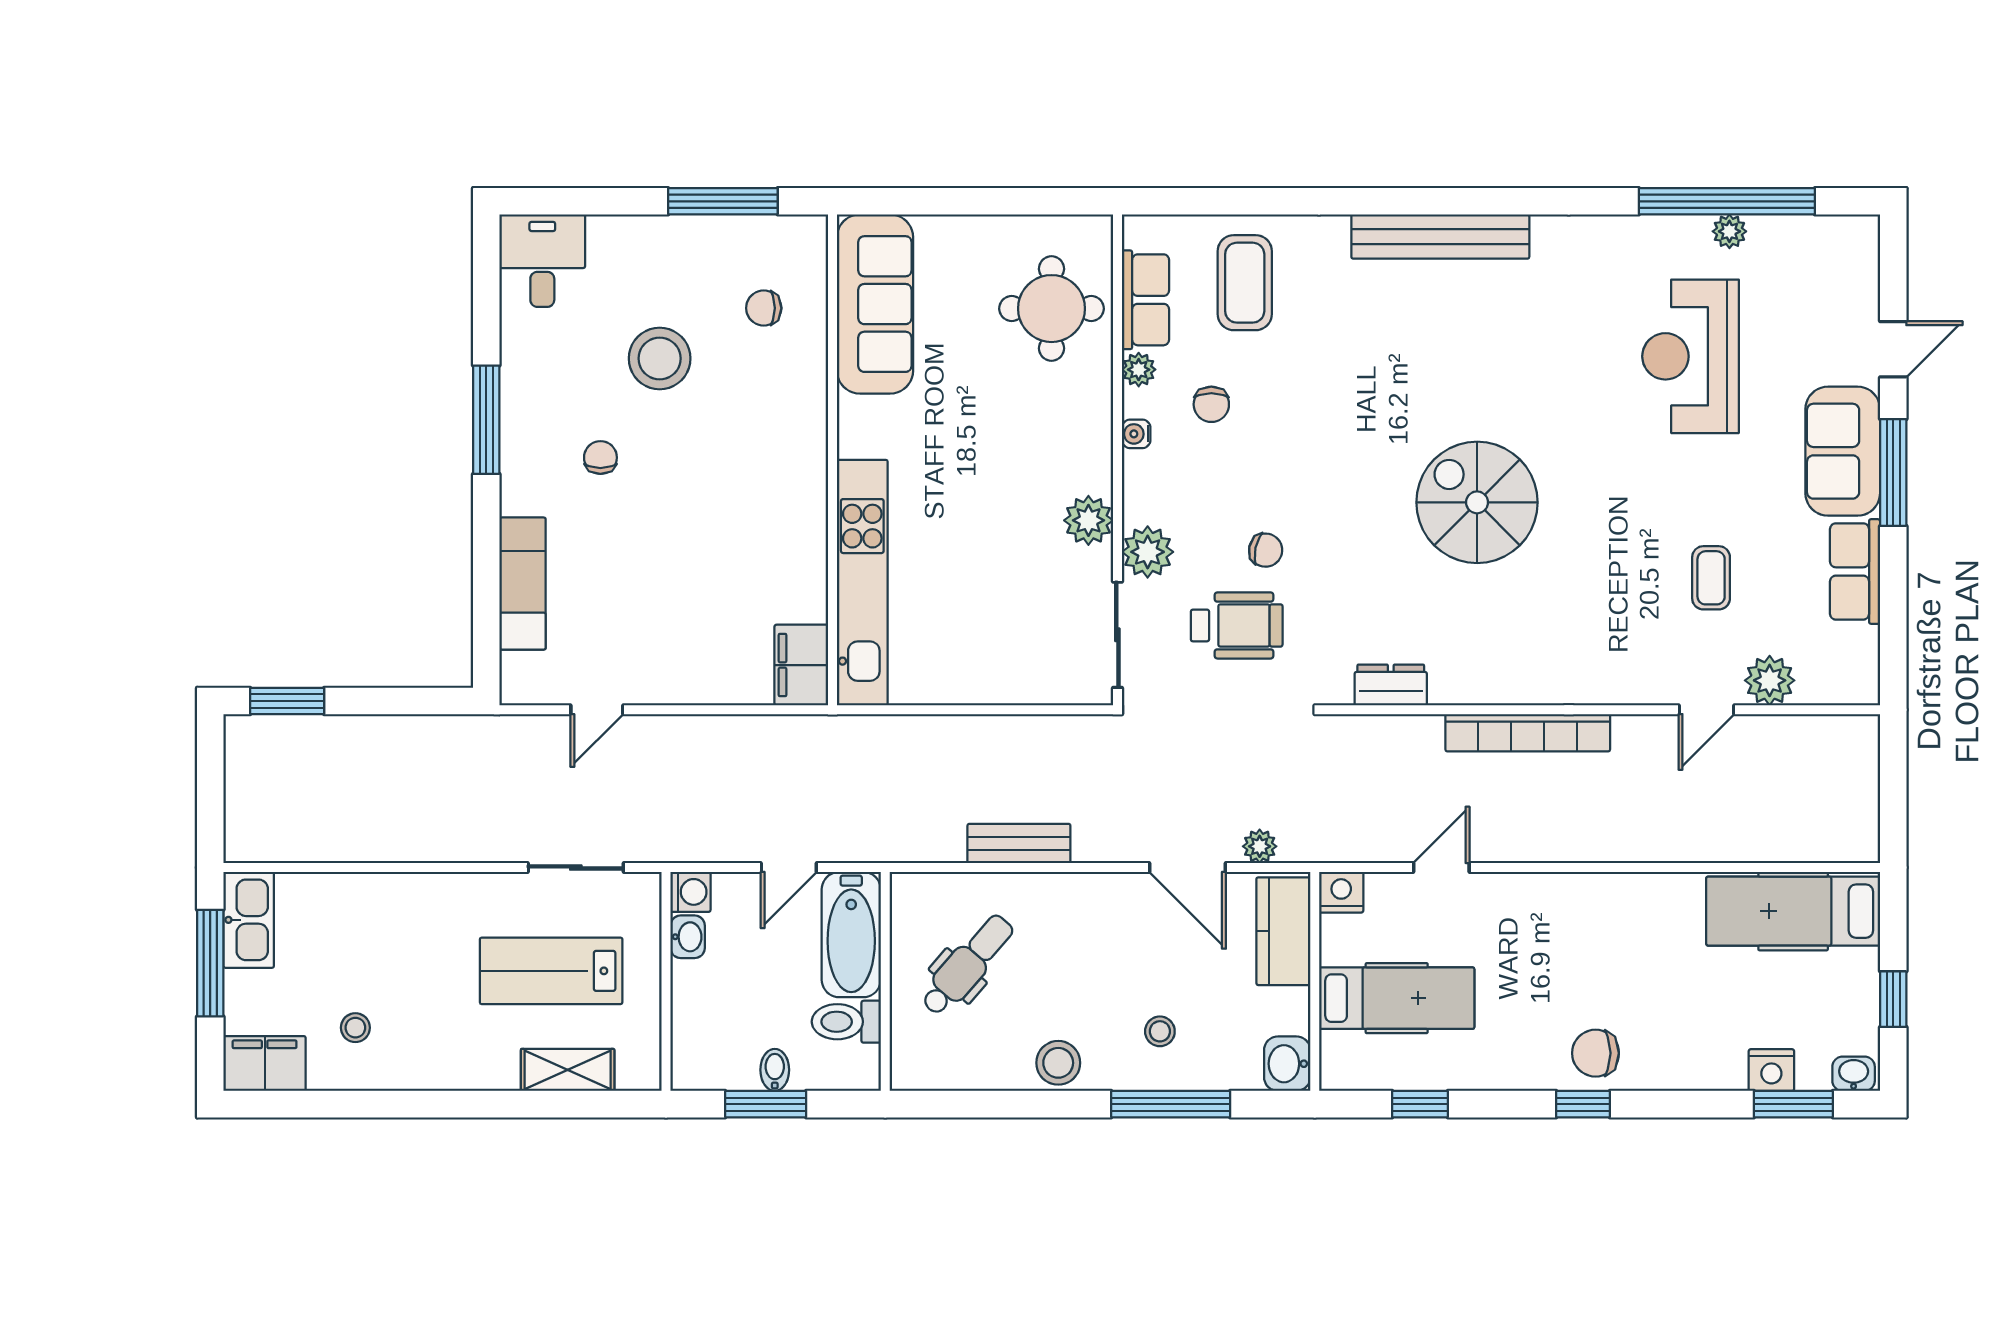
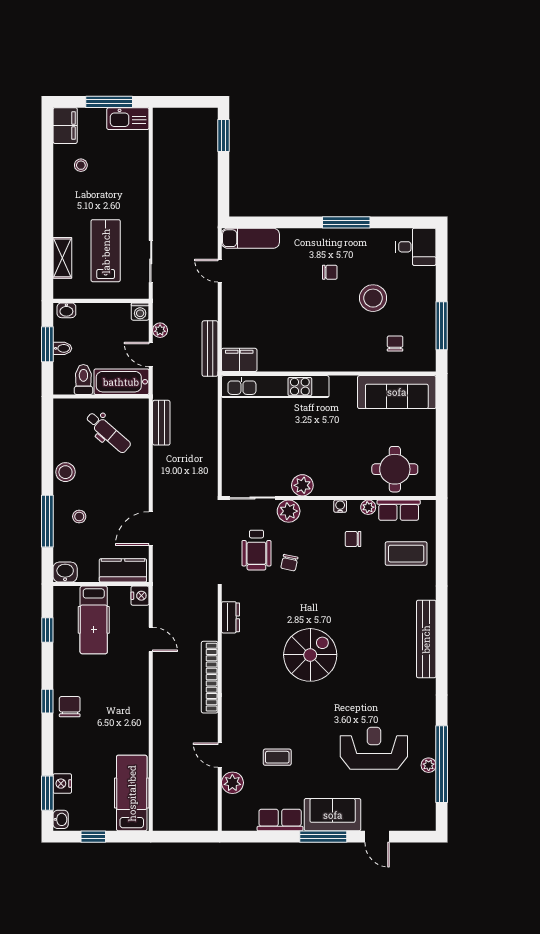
exam couch: (523, 584) -> (250, 238), moved
bench: (775, 732) -> (210, 349), added
bench: (1019, 843) -> (161, 423), moved
plant: (1260, 846) -> (160, 330), moved
washbasin: (688, 937) -> (66, 310), moved

